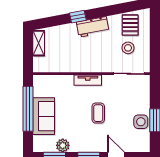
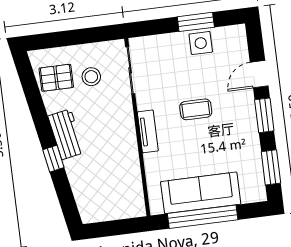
shelving: (39, 43) -> (101, 213), removed
sofa: (44, 116) -> (201, 193), width x1.36
plant: (63, 145) -> (252, 157), removed

